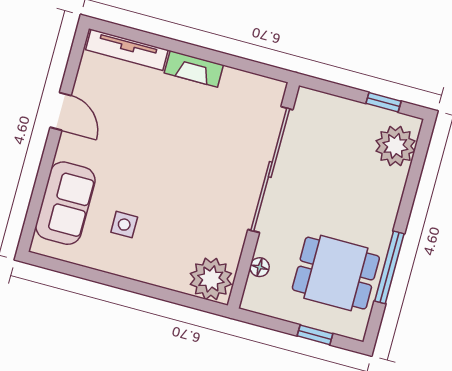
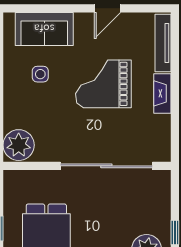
grand piano: (160, 144) -> (103, 84), added
floor lamp: (260, 267) -> (36, 177), removed

